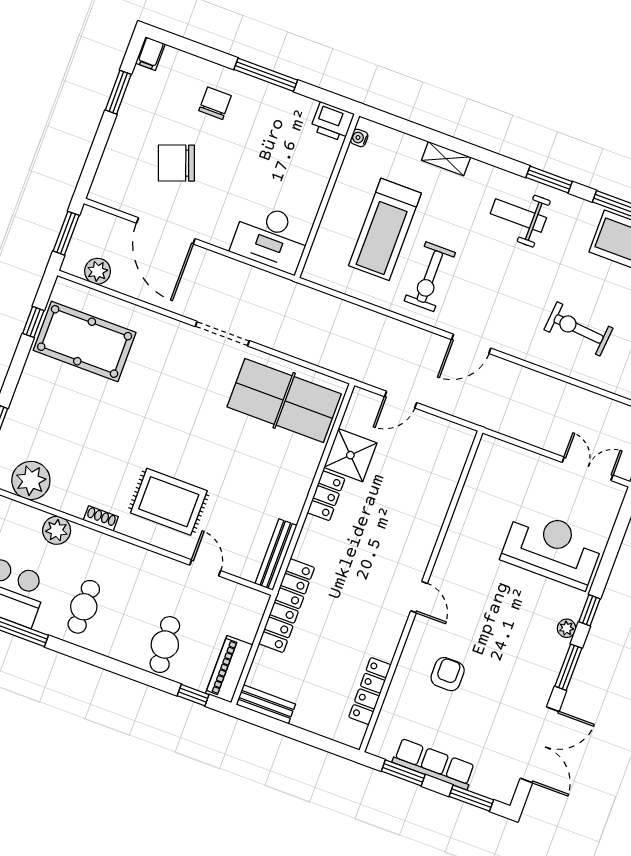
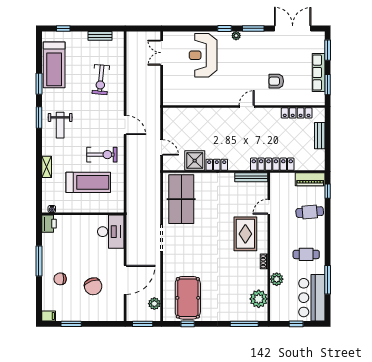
bench: (266, 704) -> (320, 136), moved

